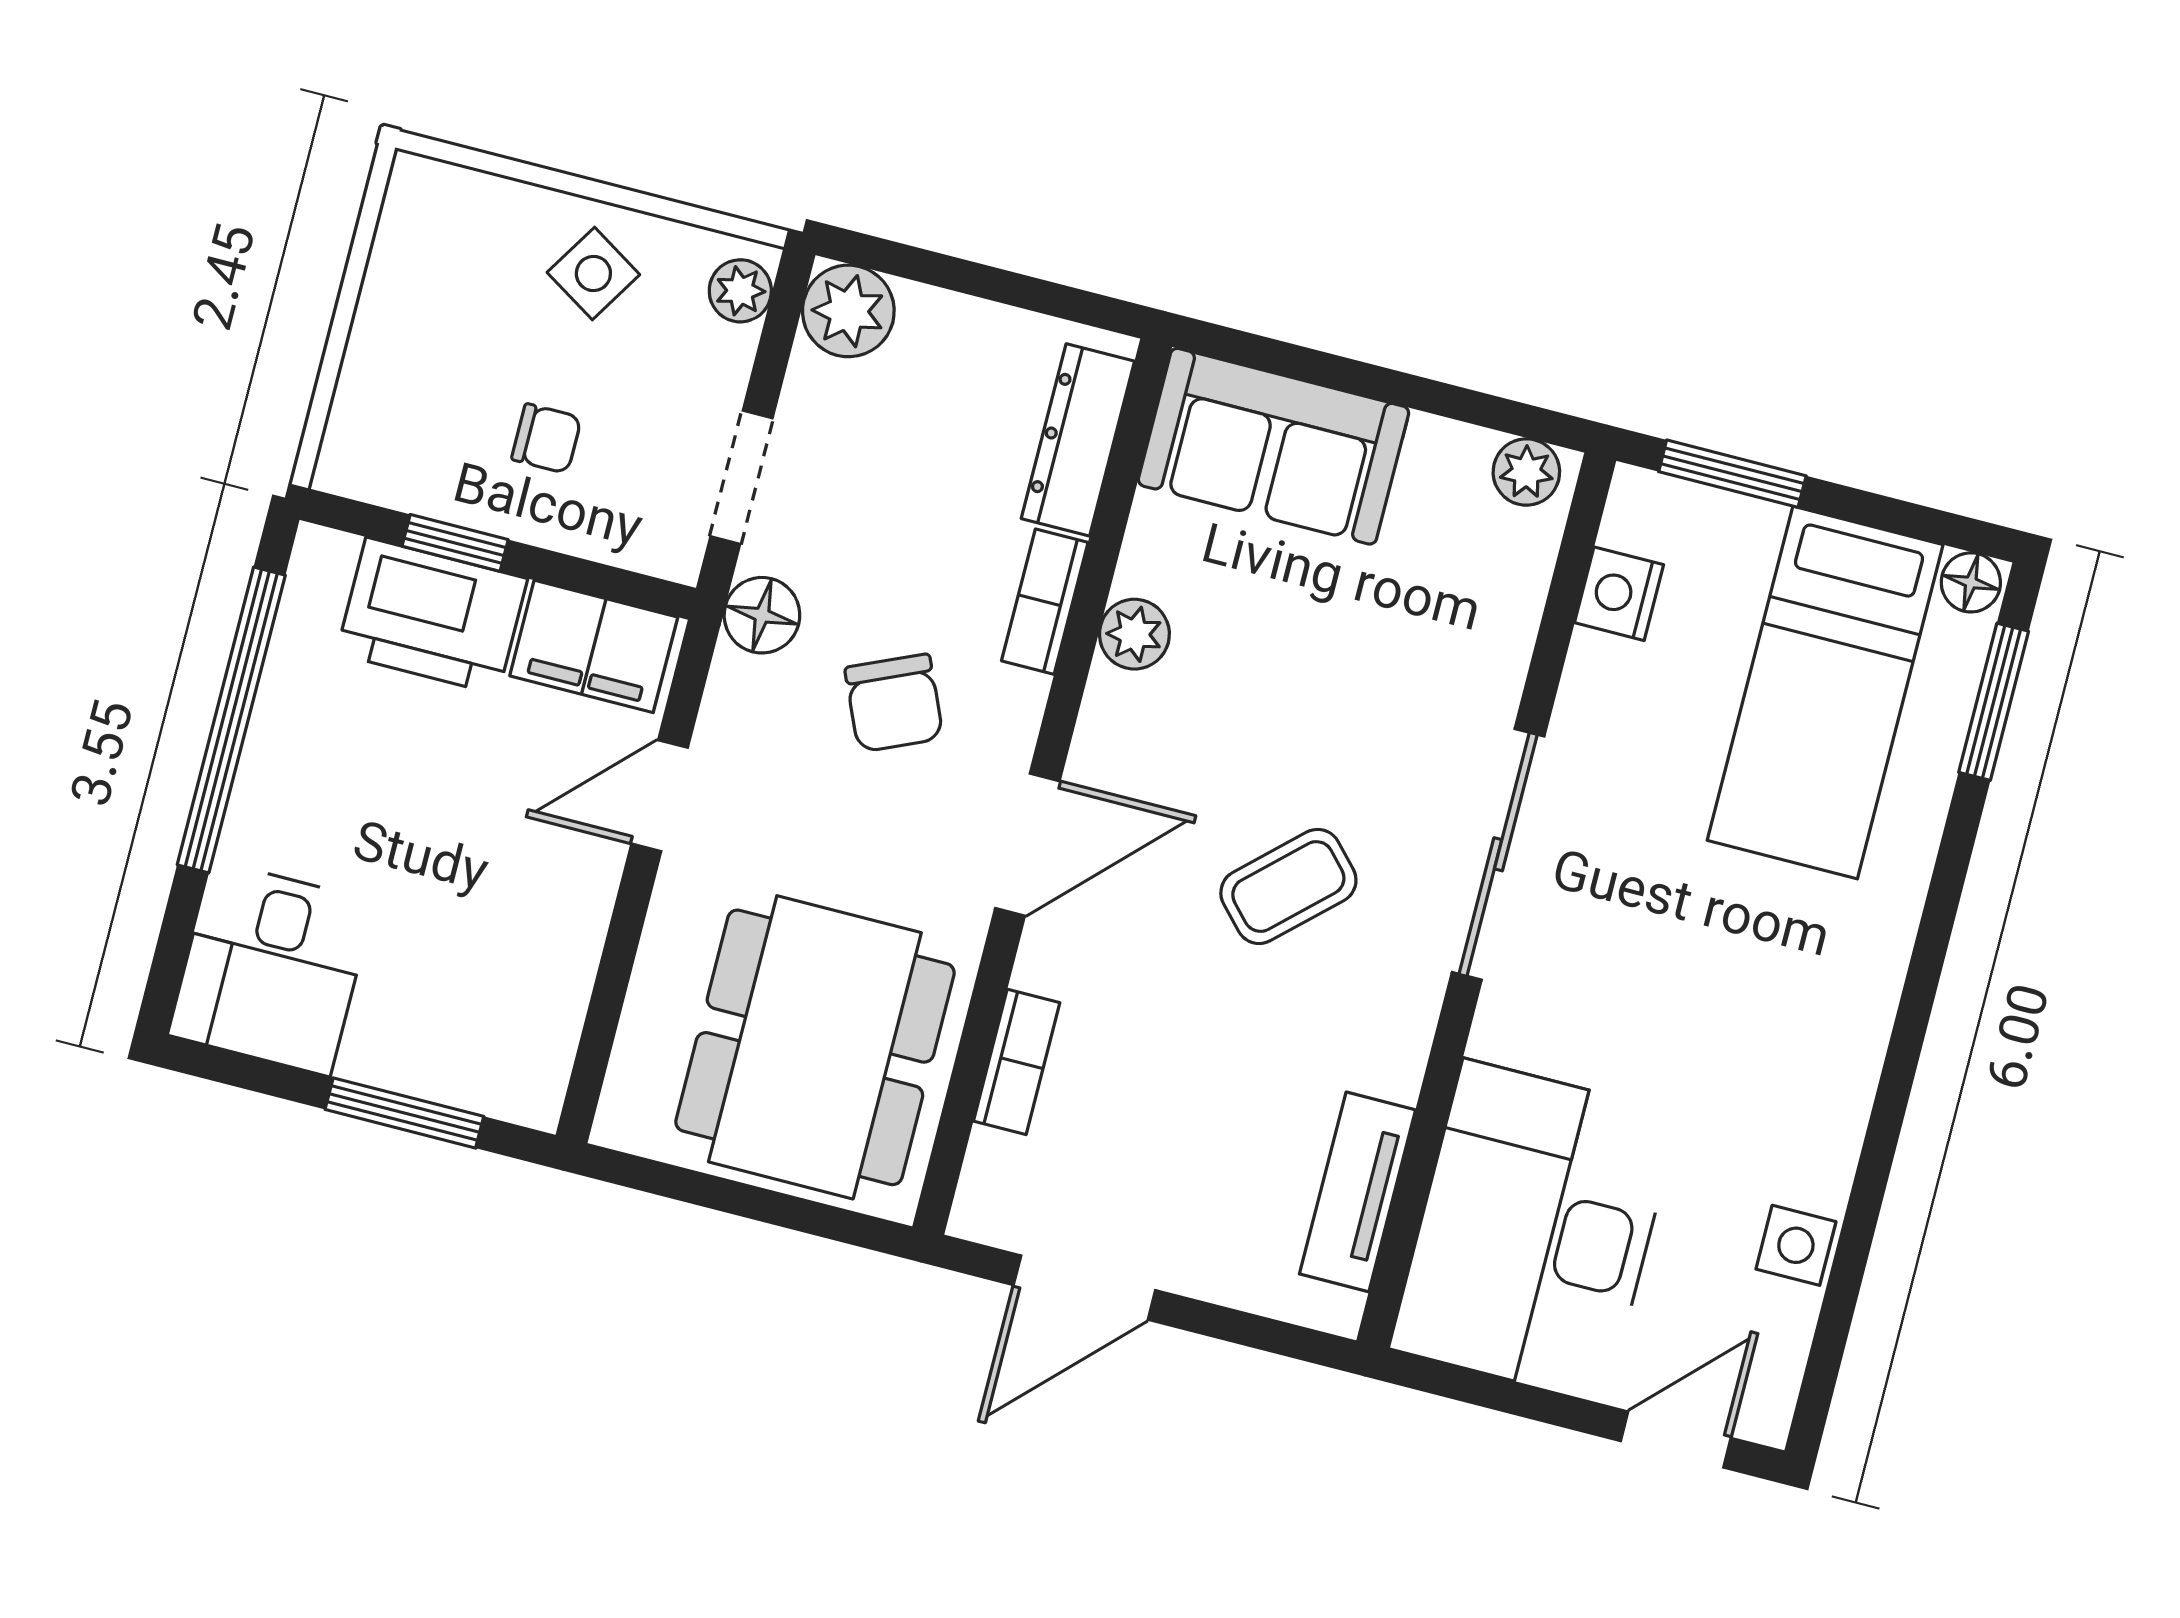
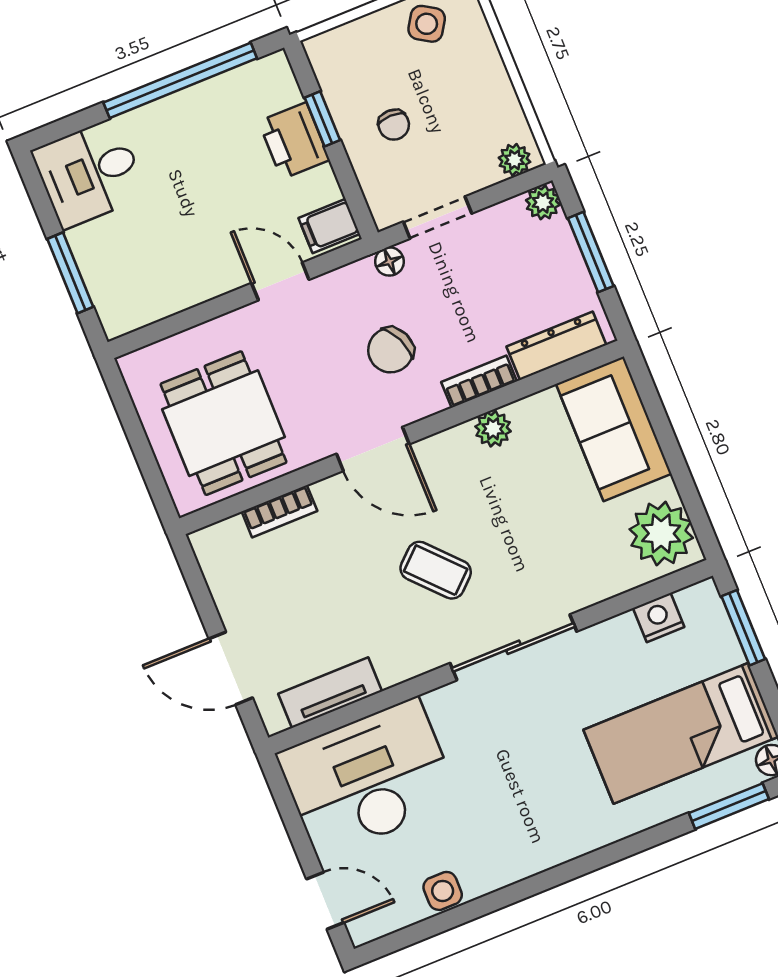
side table: (593, 273) -> (427, 24), moved
window: (972, 278) -> (591, 252), added
plant: (848, 311) -> (543, 202), width x0.73, depth x0.73
plant: (1526, 472) -> (661, 533), width x1.88, depth x1.88
floor lamp: (762, 615) -> (390, 262), width x0.73, depth x0.73
printer: (432, 616) -> (294, 141), width x0.73, depth x0.84
filing cabinet: (594, 646) -> (329, 226), width x0.50
dining table: (815, 1047) -> (224, 423), width x0.73
door: (1084, 1288) -> (231, 668), moved

